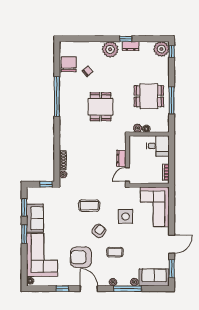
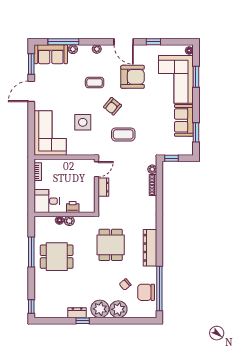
plant: (161, 49) -> (118, 309), moved
chair: (69, 64) -> (146, 292), turned 90
window: (57, 96) -> (159, 288), moved
dresser: (65, 104) -> (150, 248), added
printer: (135, 141) -> (73, 207), added
dresser: (121, 158) -> (103, 187), moved
wall: (128, 160) -> (96, 186), moved
door: (128, 174) -> (96, 169), moved
window: (24, 234) -> (196, 77), moved
window: (127, 289) -> (63, 42), moved

